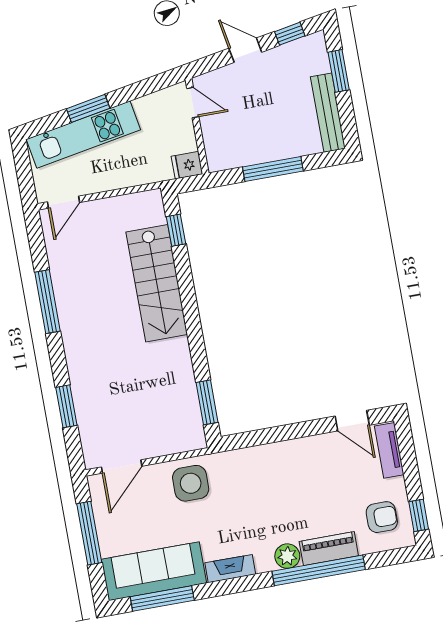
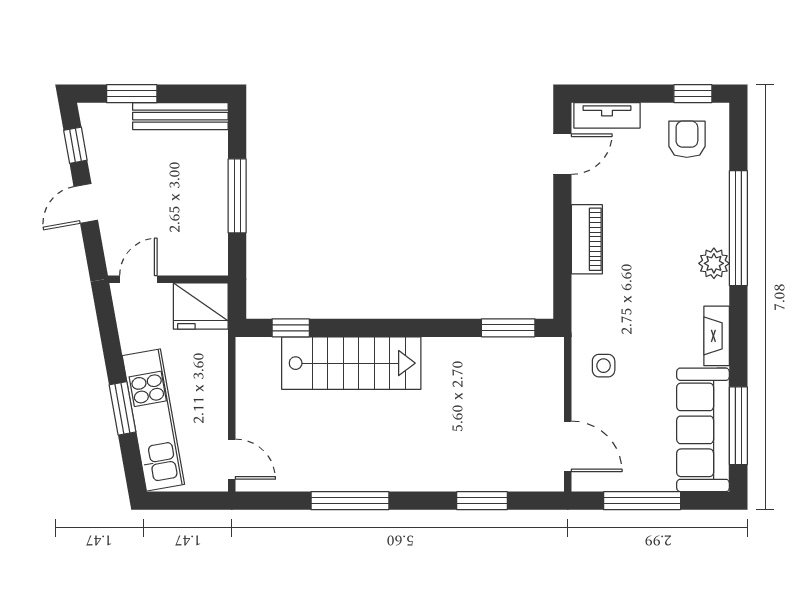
fridge: (187, 165) -> (201, 306), width x1.88, depth x1.34
side table: (191, 483) -> (604, 366), width x0.54, depth x0.54
piano: (329, 549) -> (587, 239), moved, turned 180

